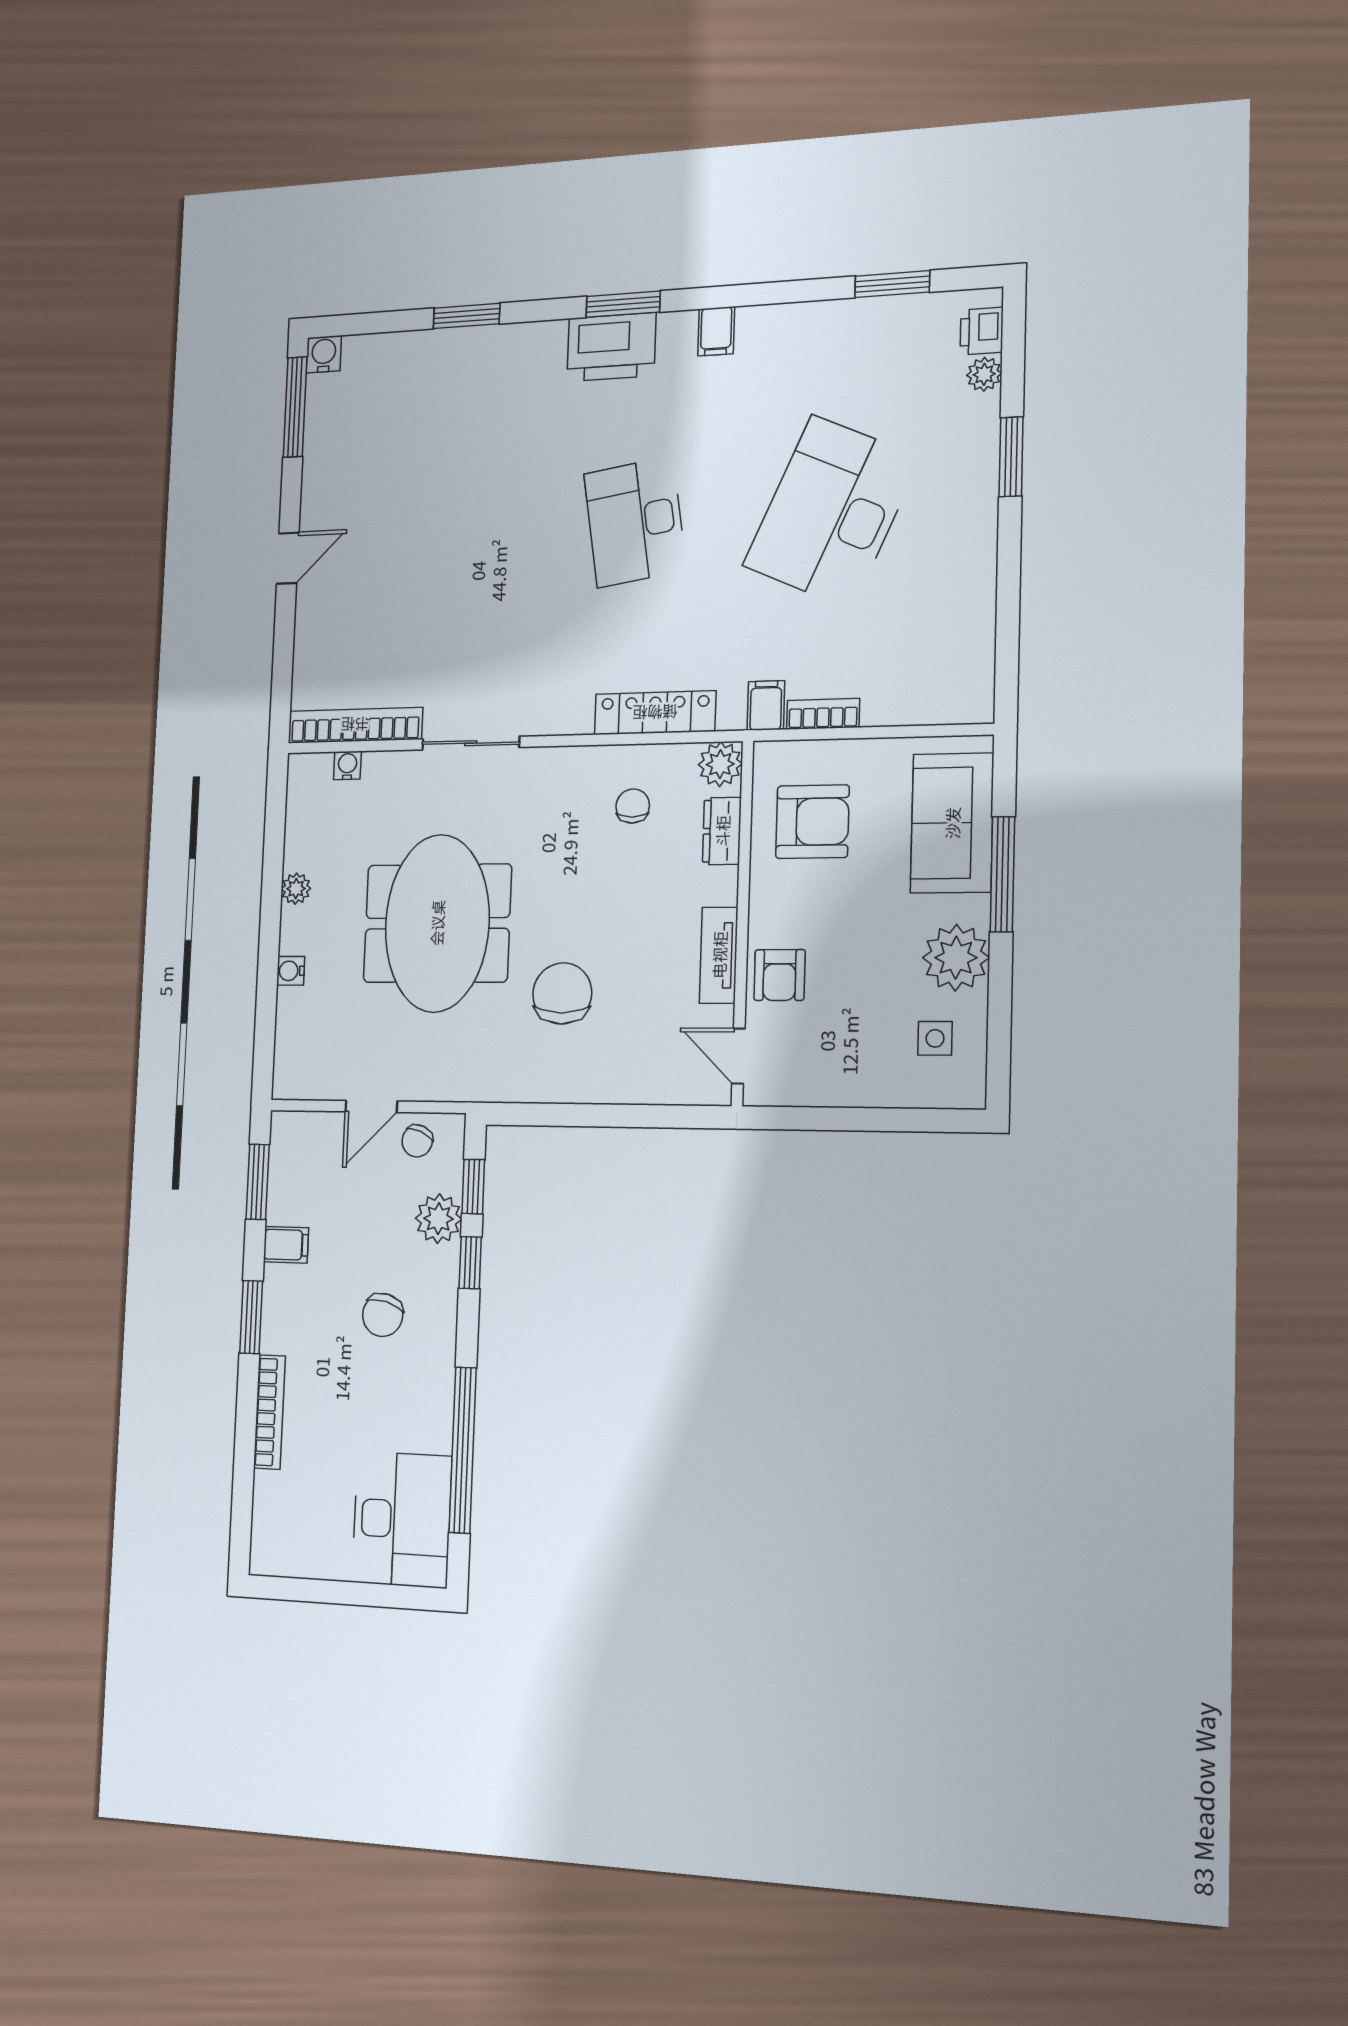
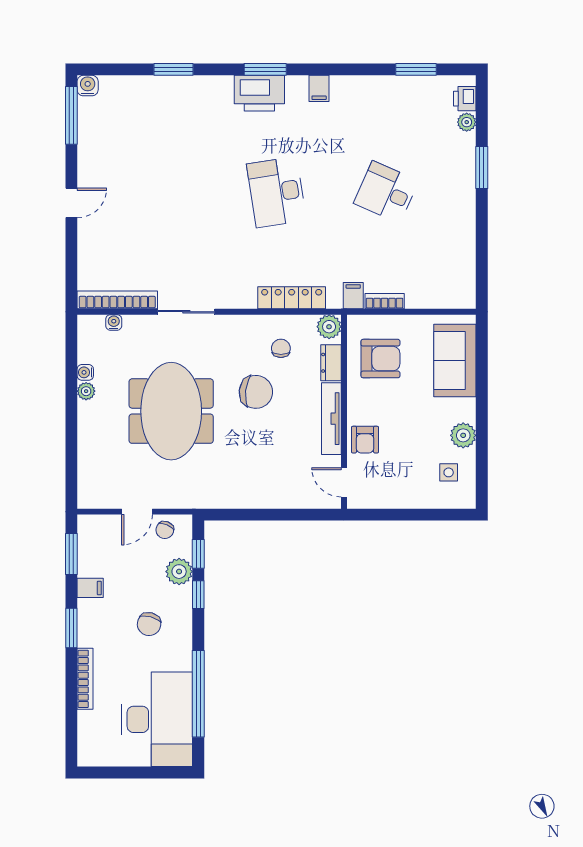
desk: (832, 512) -> (386, 192), width x0.53, depth x0.77
window: (1002, 874) -> (482, 388), removed
tv unit: (719, 955) -> (331, 419), width x1.41
plant: (956, 958) -> (463, 435), width x0.73, depth x0.73
water cooler: (291, 971) -> (85, 372), moved
chair: (562, 993) -> (256, 392), moved, turned 96
desk: (402, 1519) -> (157, 719), width x1.36, depth x1.30

